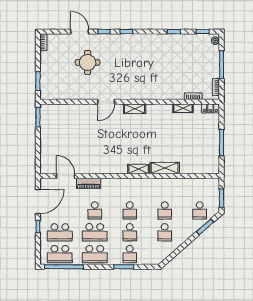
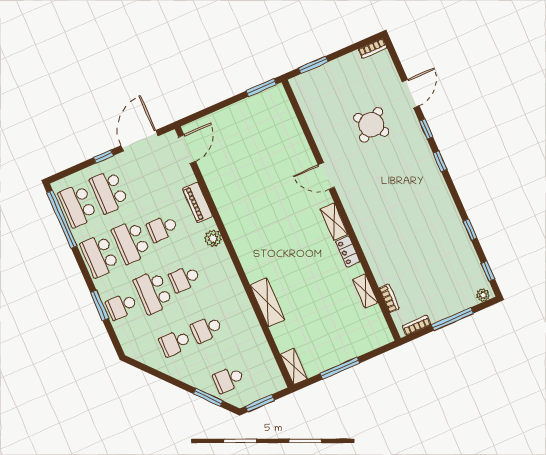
round table: (88, 62) -> (371, 125), turned -38
locker: (210, 108) -> (348, 252), moved
shelving: (139, 169) -> (294, 366), moved
door: (66, 176) -> (187, 149), moved
plant: (114, 184) -> (213, 238), added
door: (38, 202) -> (140, 141), swing flipped
school desk: (130, 232) -> (153, 292), width x1.85

